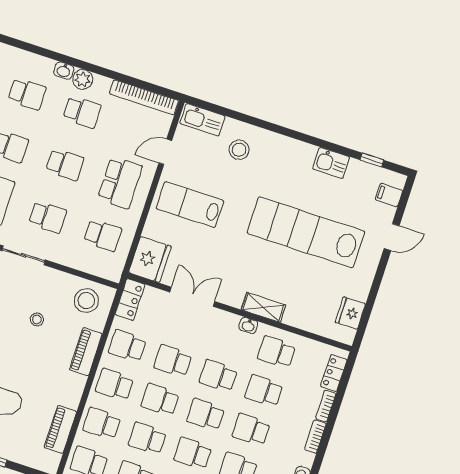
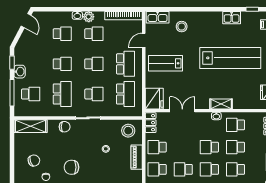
lab bench: (306, 232) -> (230, 58), turned 180
school desk: (103, 235) -> (126, 94), width x1.85
school desk: (173, 361) -> (183, 147), removed

